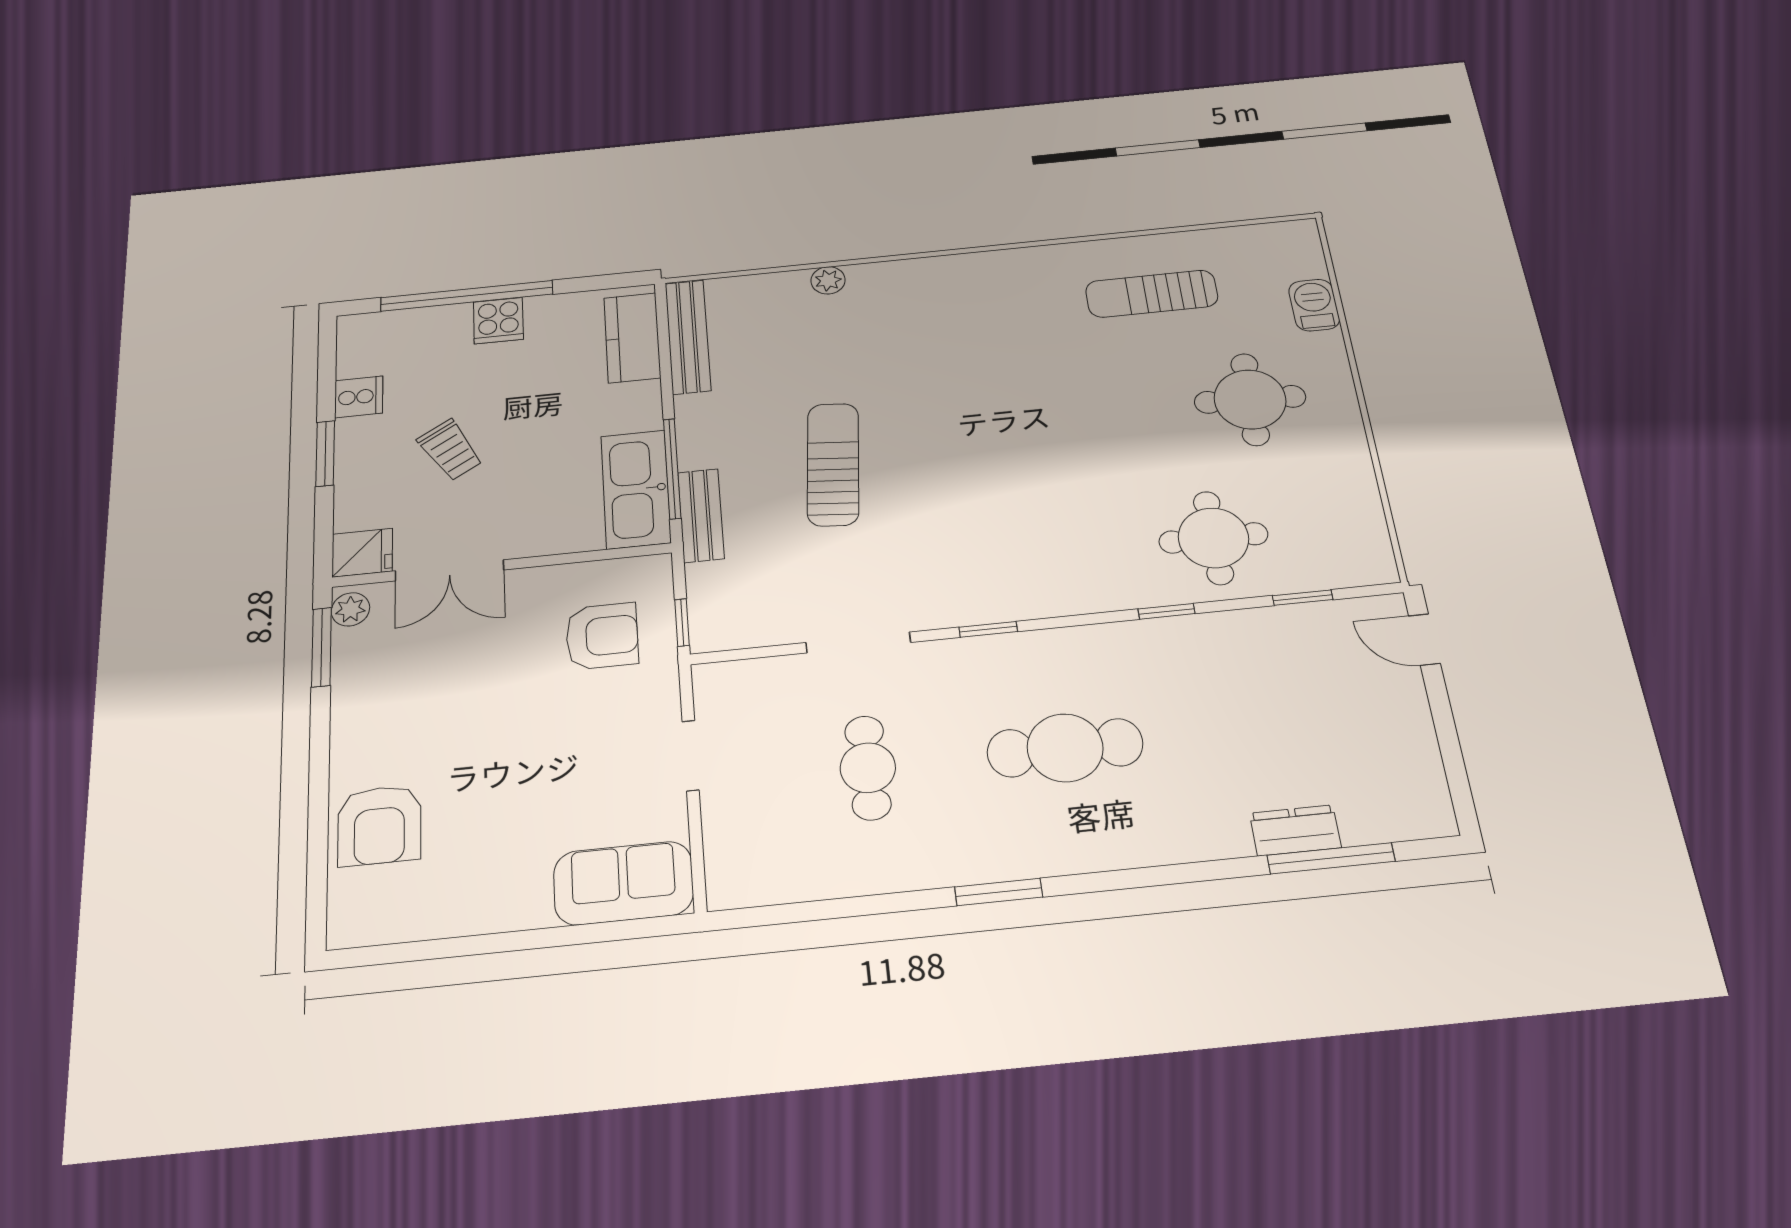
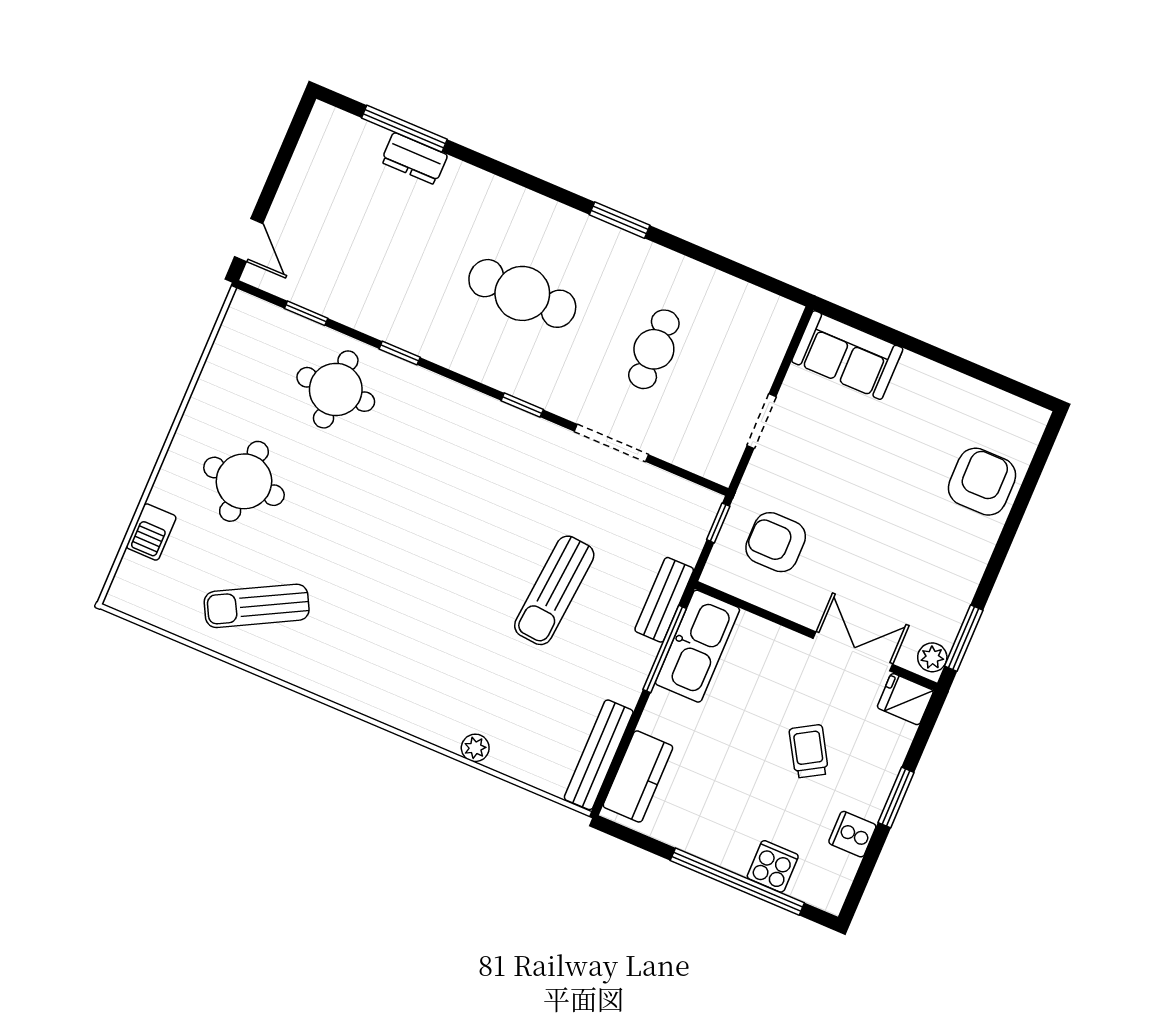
sun lounger: (1152, 294) -> (257, 606), turned 152
cooker: (498, 321) -> (773, 866), moved

